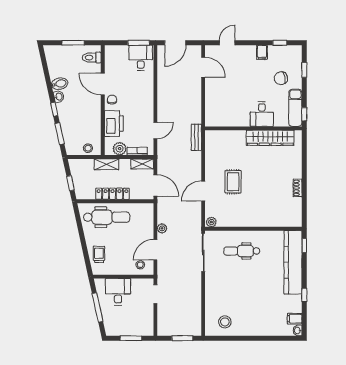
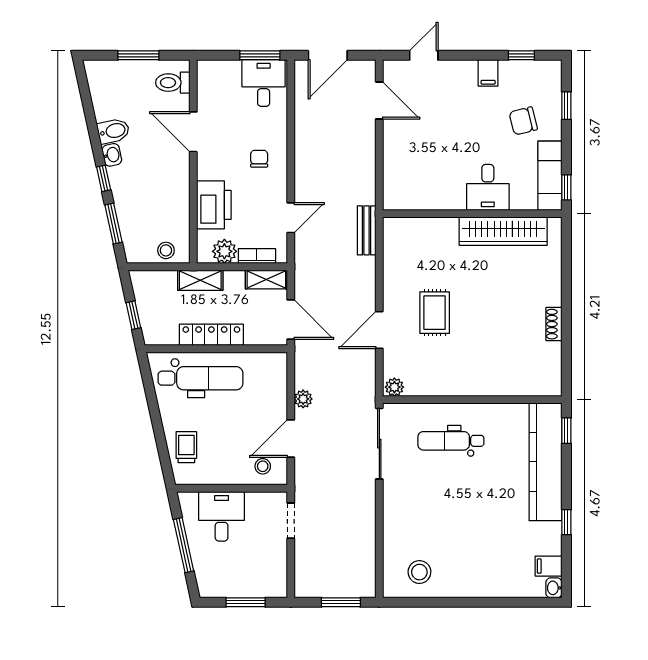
chair: (112, 100) -> (259, 159), moved

